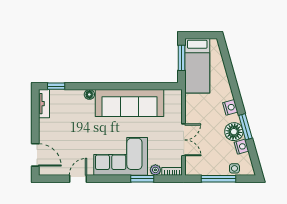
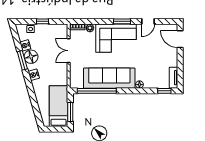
window: (146, 86) -> (97, 91), added
window: (142, 179) -> (122, 21), moved
window: (219, 179) -> (43, 21), width x0.46

